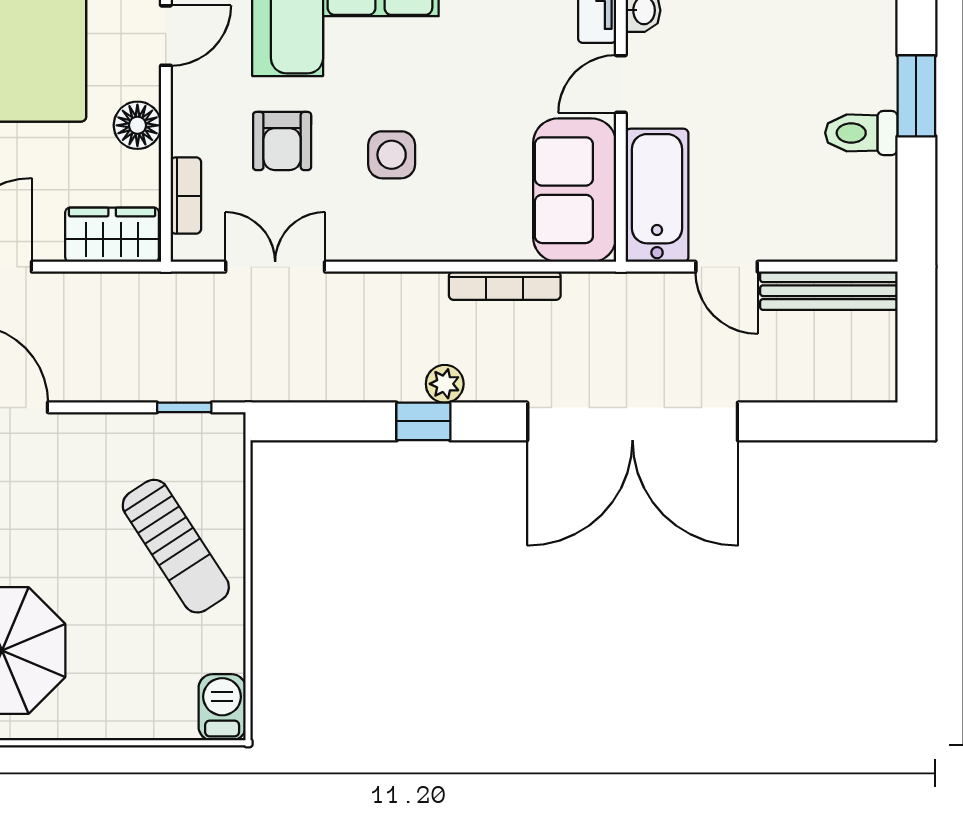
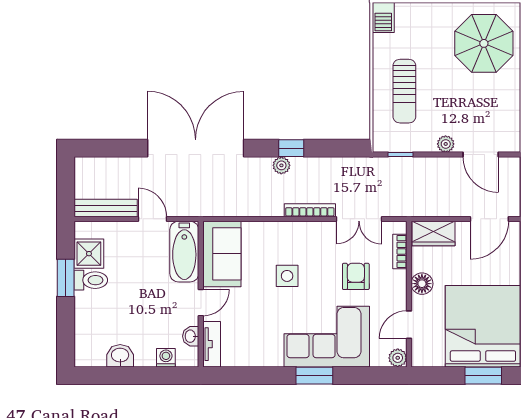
window: (916, 96) -> (66, 278), moved
side table: (392, 155) -> (287, 276), moved
shower: (866, 191) -> (89, 254), added
bookcase: (505, 286) -> (310, 210), moved
plant: (86, 431) -> (446, 144), added
sun lounger: (176, 546) -> (404, 91), turned -147

